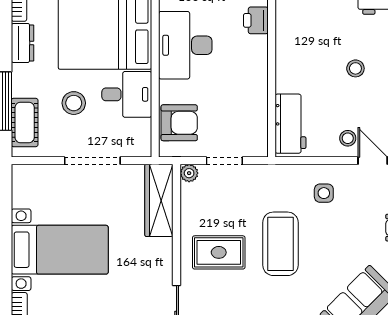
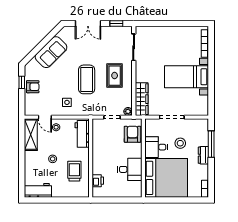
trolley: (307, 41) -> (74, 171), added
dresser: (23, 43) -> (203, 155), moved
desk: (185, 45) -> (130, 169), width x0.73
cot: (25, 122) -> (203, 134), removed
armchair: (179, 123) -> (132, 134), turned 90
rug: (219, 252) -> (115, 76), turned 90

